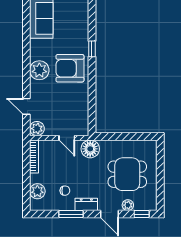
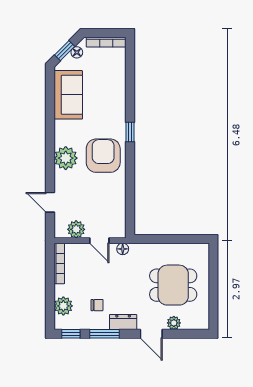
armchair: (70, 68) -> (103, 156), turned 90
plant: (37, 129) -> (76, 229), moved
floor lamp: (90, 149) -> (123, 249), width x0.53, depth x0.53
window: (142, 214) -> (71, 334), moved

